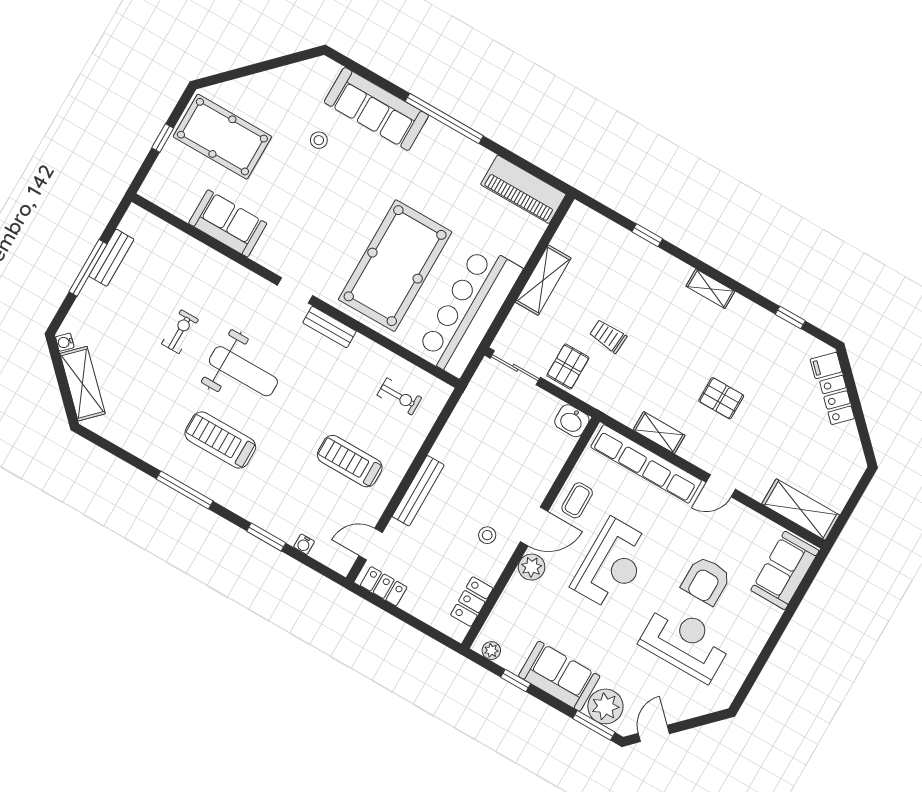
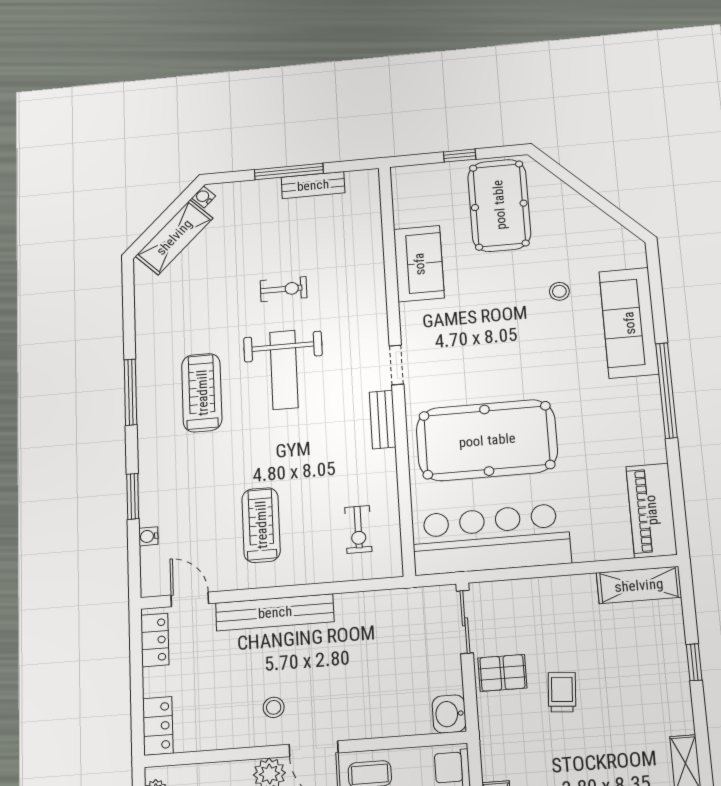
shelving: (543, 280) -> (639, 585), moved
bench: (418, 491) -> (275, 612), width x1.37, depth x1.21
locker: (472, 602) -> (158, 726), moved, turned 90

